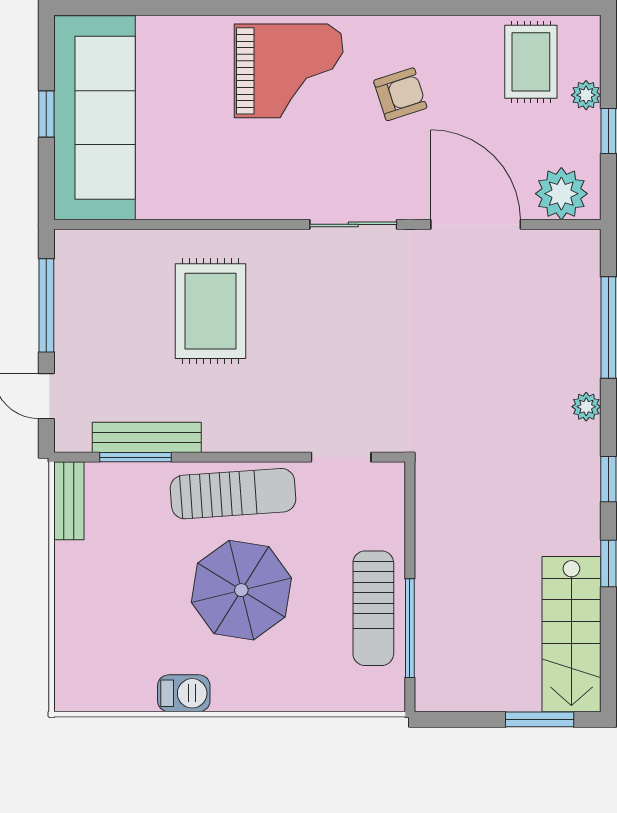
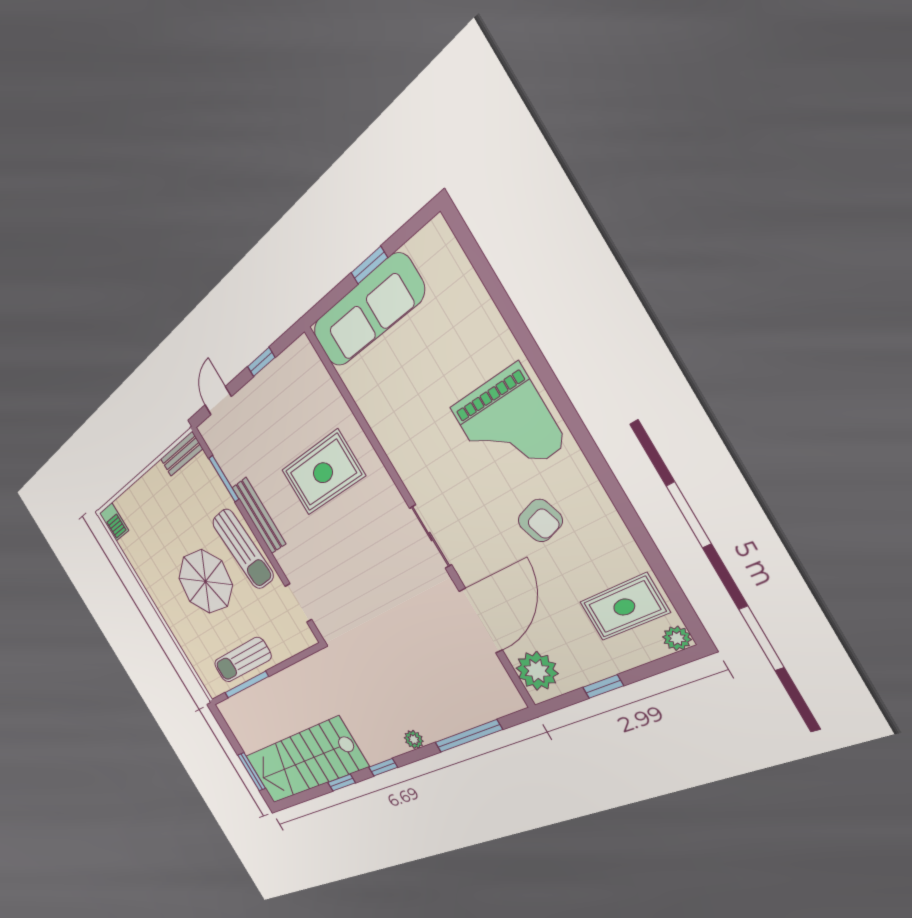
plant: (586, 95) -> (677, 638), moved
sofa: (94, 118) -> (367, 311), width x0.74, depth x0.79
window: (46, 305) -> (261, 362), width x0.46
bench: (147, 437) -> (259, 516), moved
stairs: (571, 634) -> (305, 761), width x1.36, depth x1.51
barbecue: (184, 693) -> (114, 522), moved

